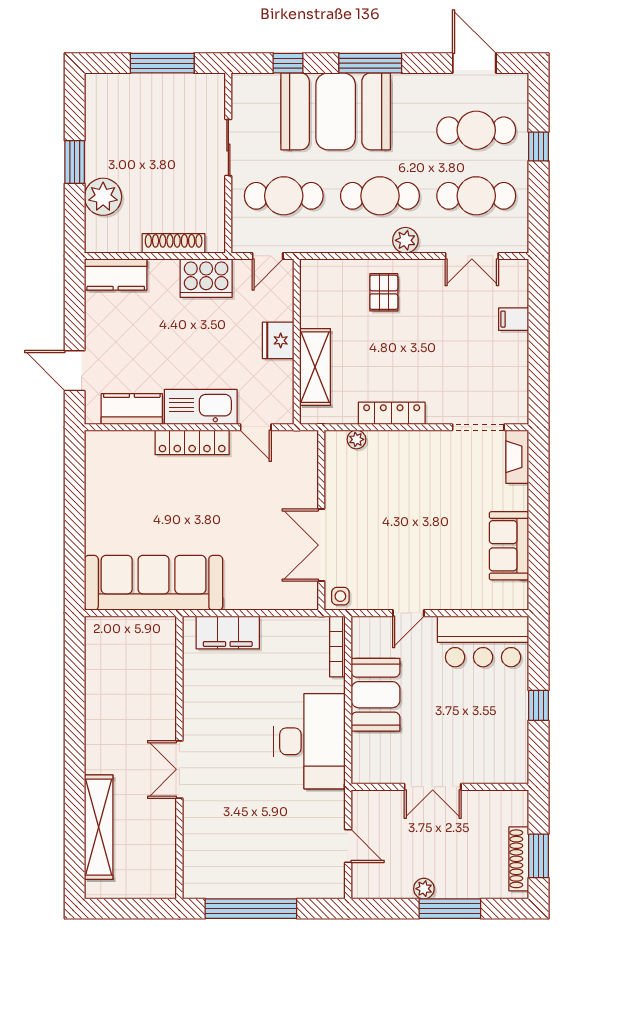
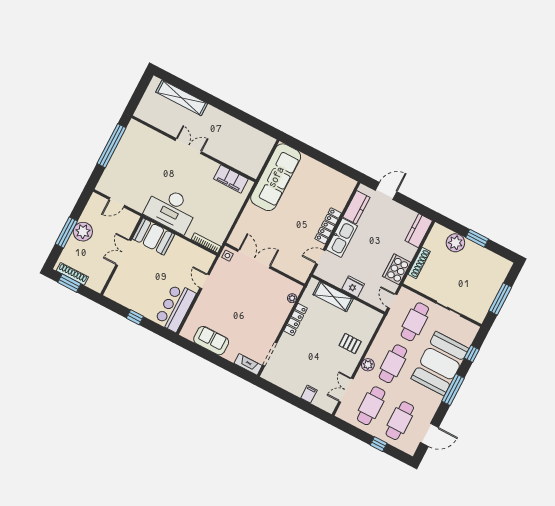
filing cabinet: (228, 633) -> (231, 179), moved, turned -90
booth: (376, 695) -> (153, 237), moved
plant: (424, 889) -> (83, 232), width x1.87, depth x1.87

